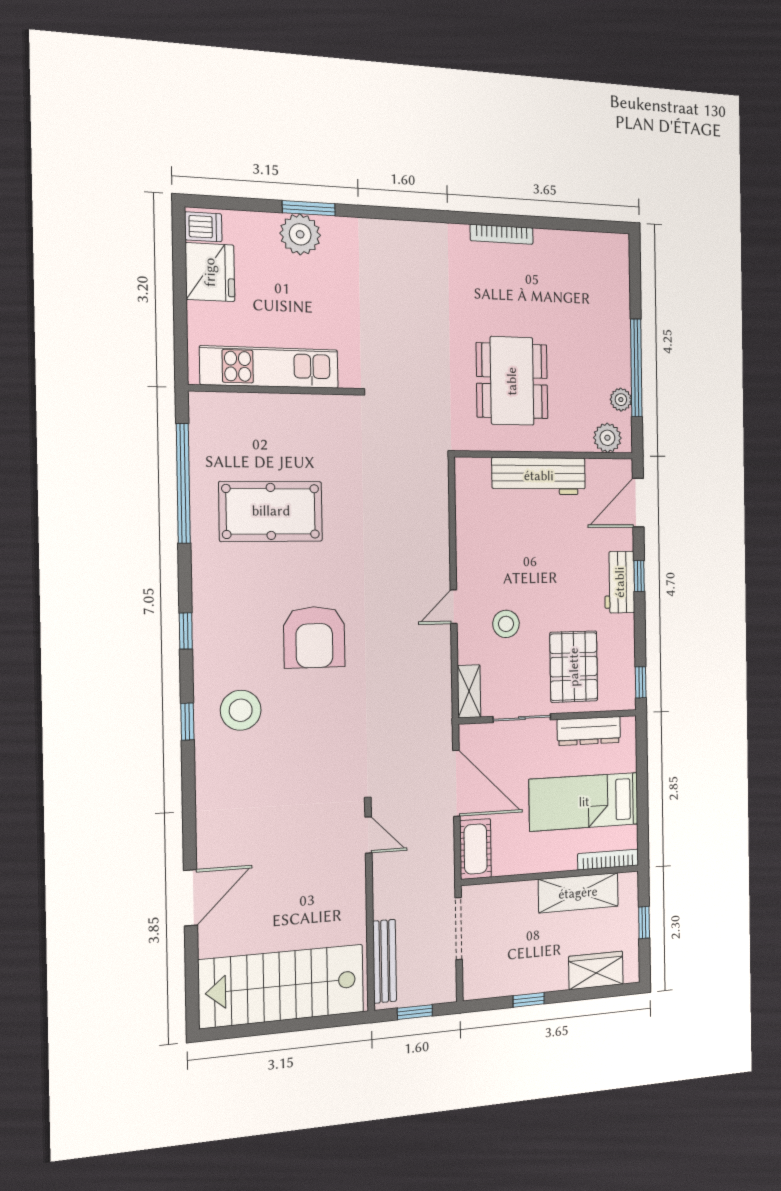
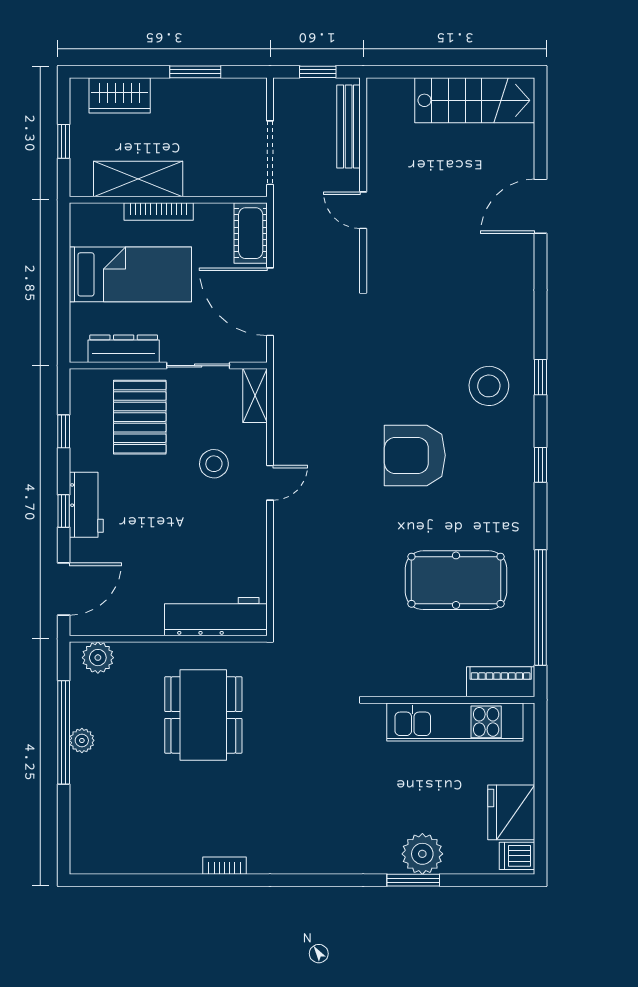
bookcase: (502, 234) -> (224, 866), width x0.64
plant: (621, 400) -> (82, 740), moved
piano: (223, 407) -> (501, 682), added
workbench: (539, 476) -> (216, 617), moved
armchair: (314, 637) -> (415, 455), turned -90
window: (641, 682) -> (64, 431), moved
door: (368, 835) -> (363, 210), moved
bookcase: (608, 860) -> (159, 212), moved
stairs: (282, 986) -> (475, 100), width x0.73, depth x0.66
window: (529, 1000) -> (195, 72), width x1.50

